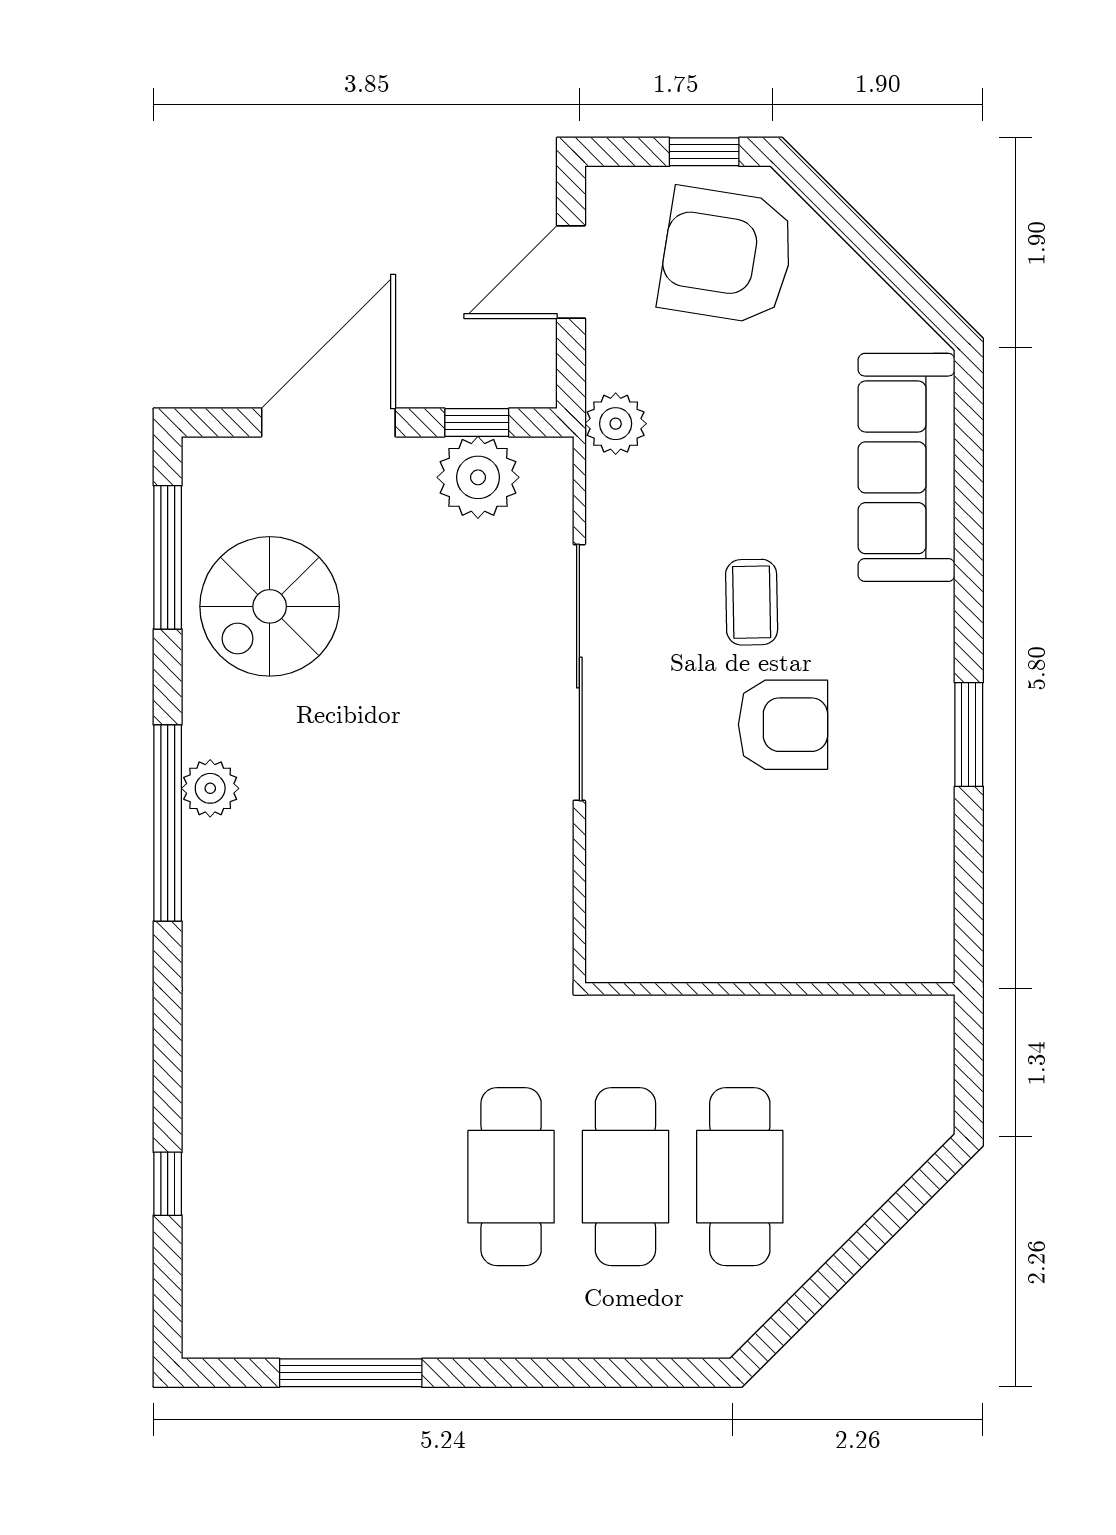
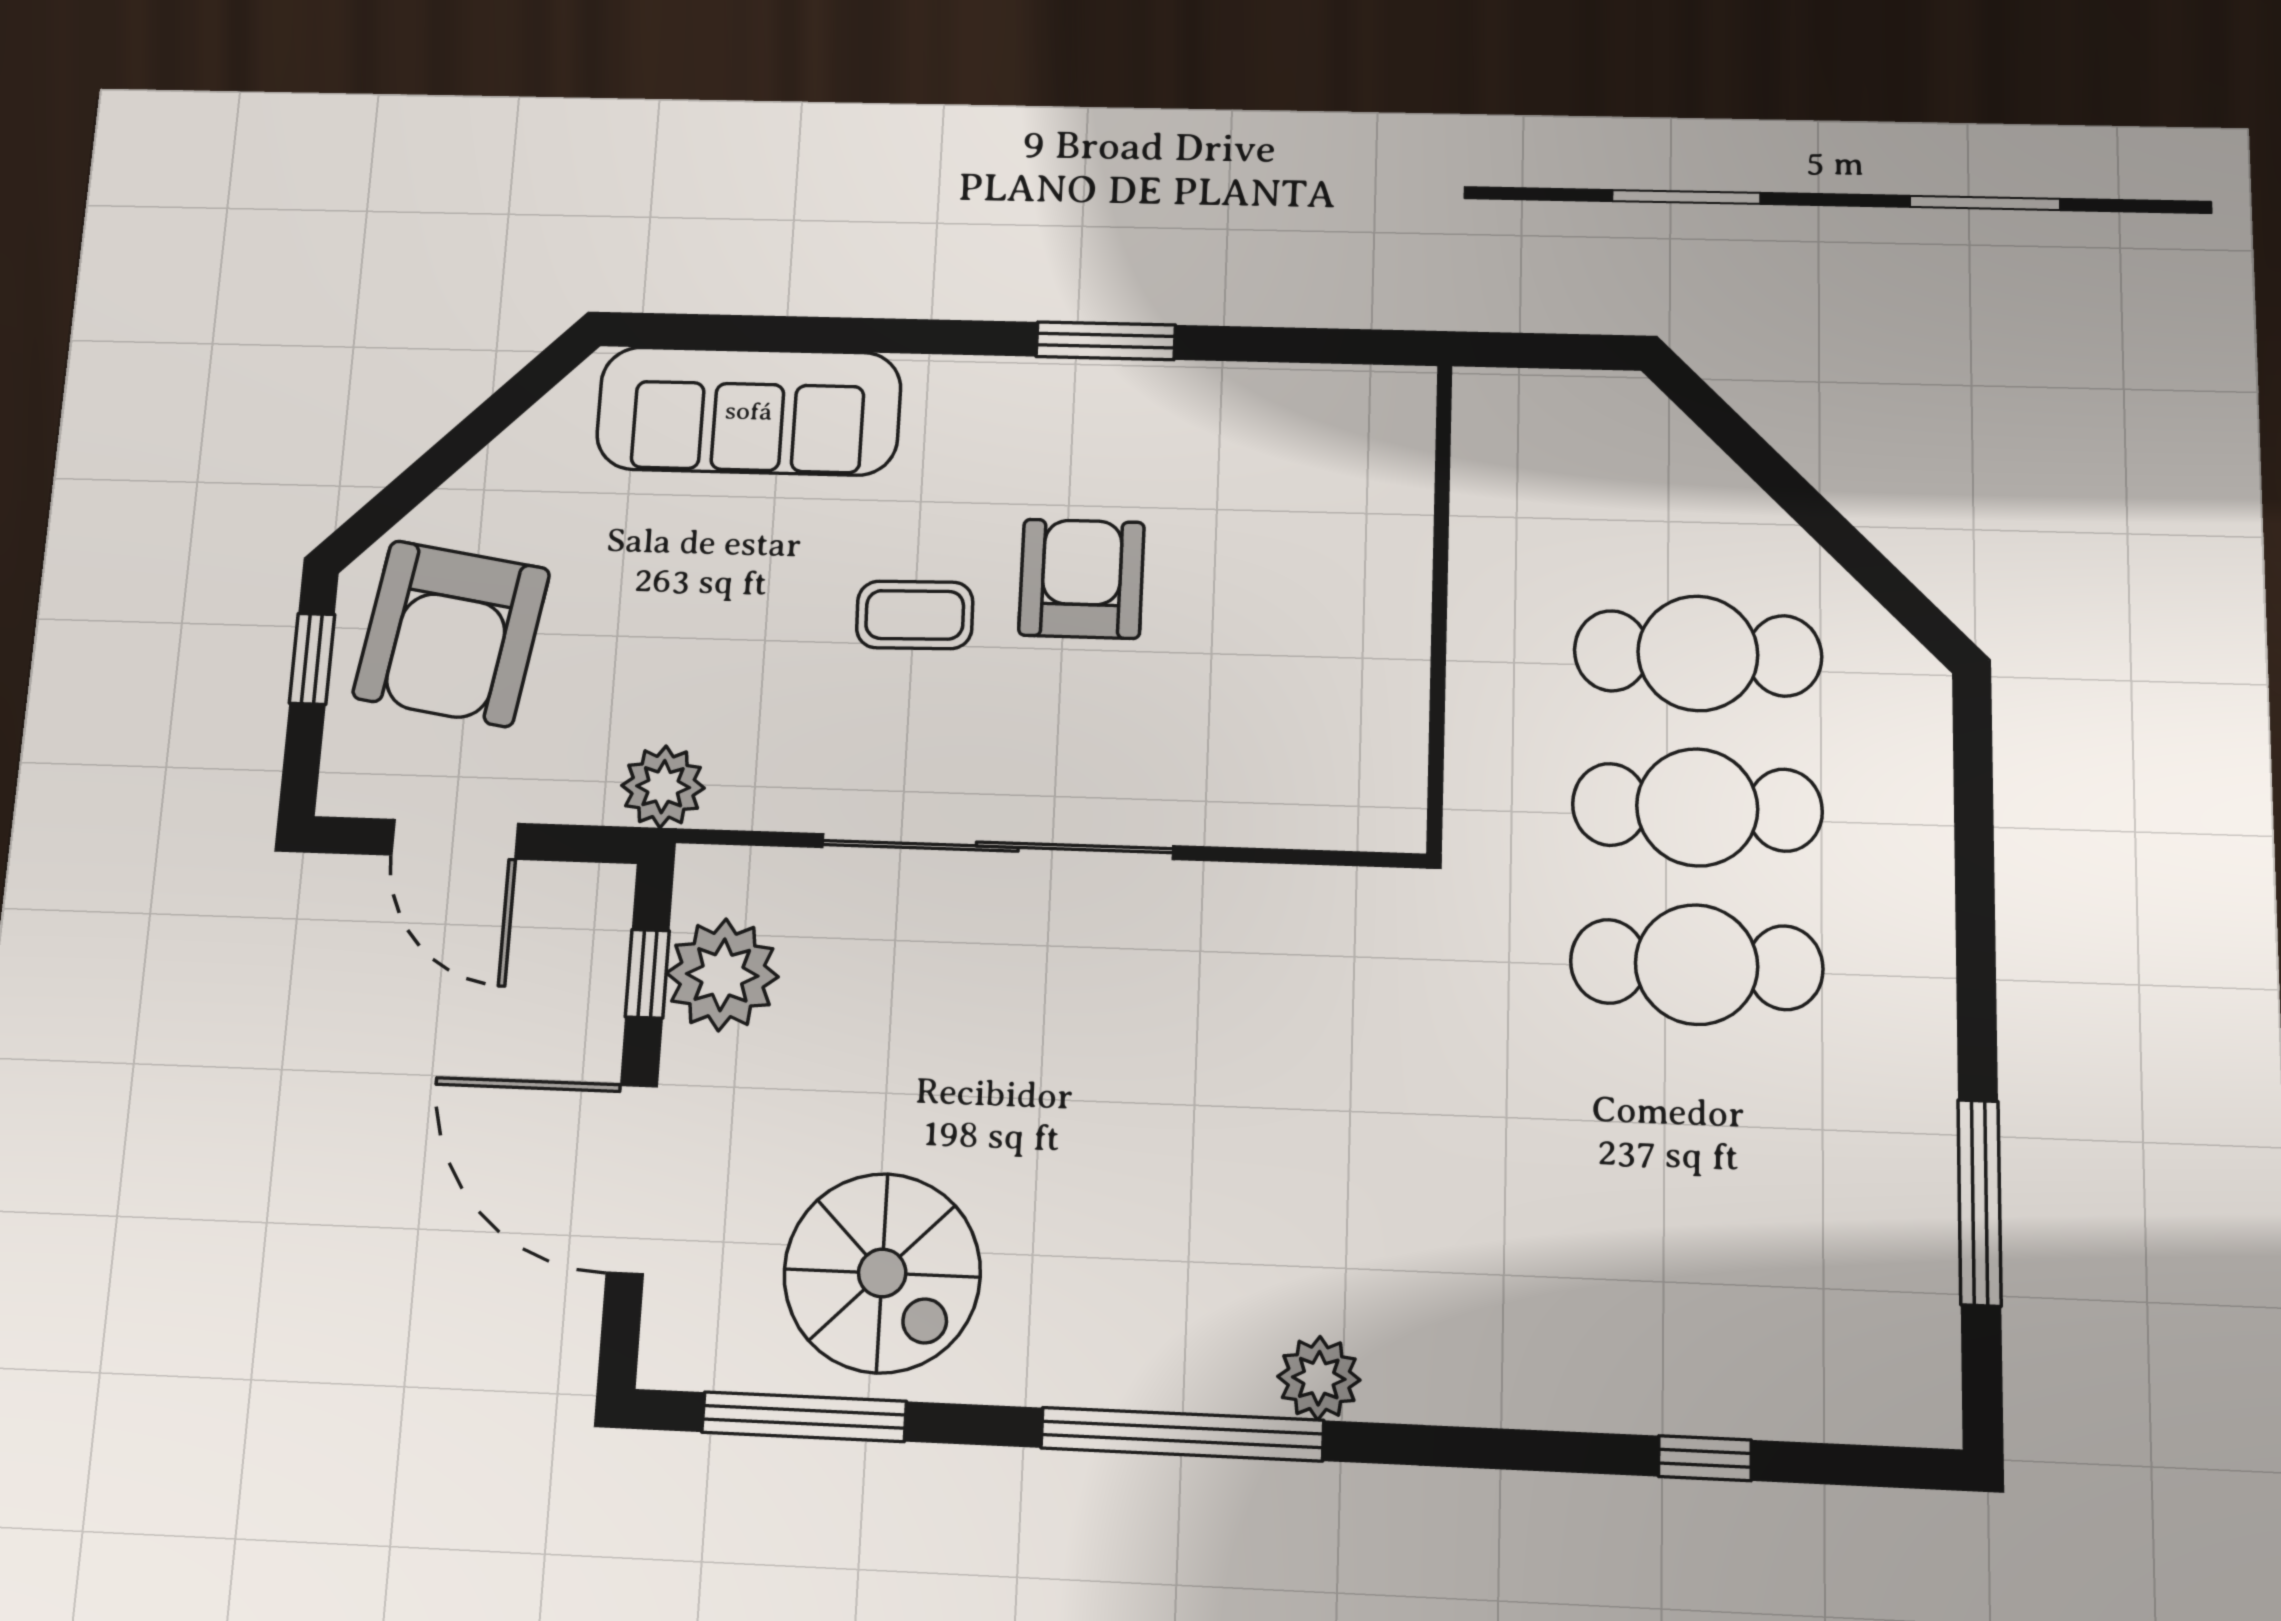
plant: (210, 788) -> (1319, 1378), moved

